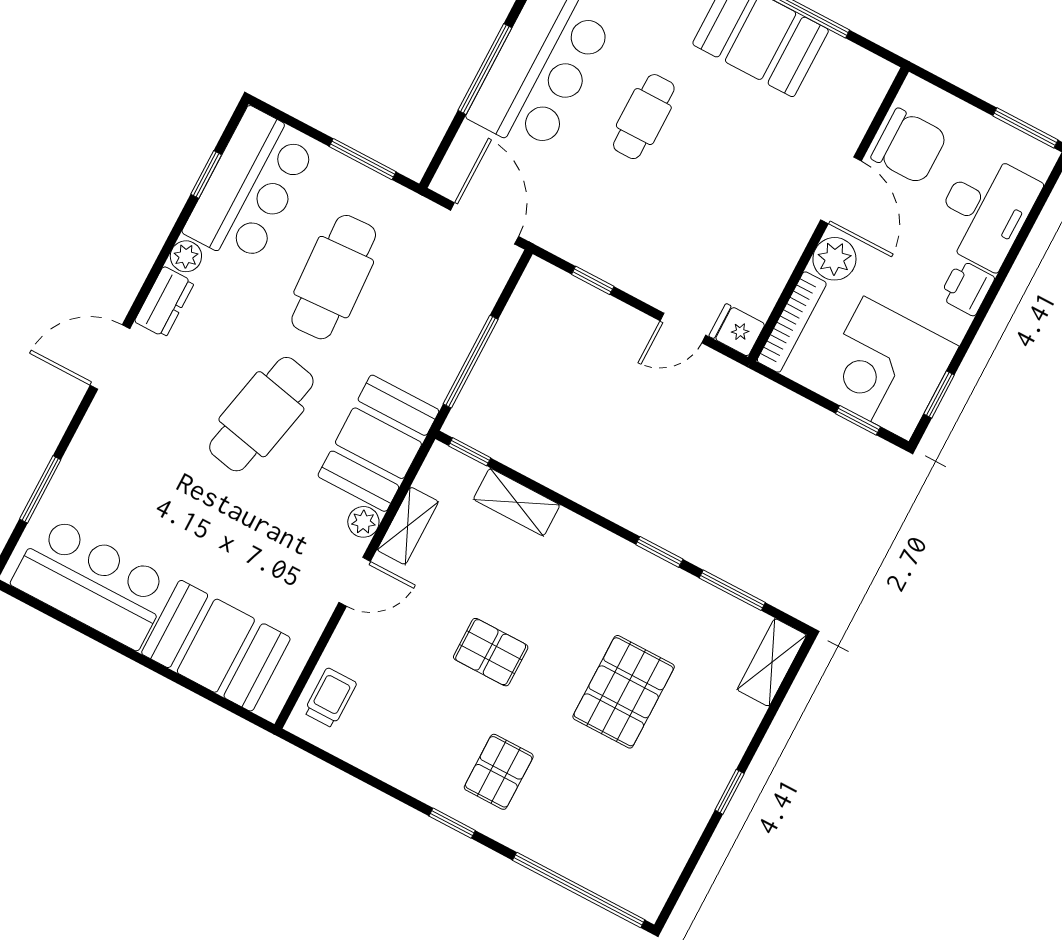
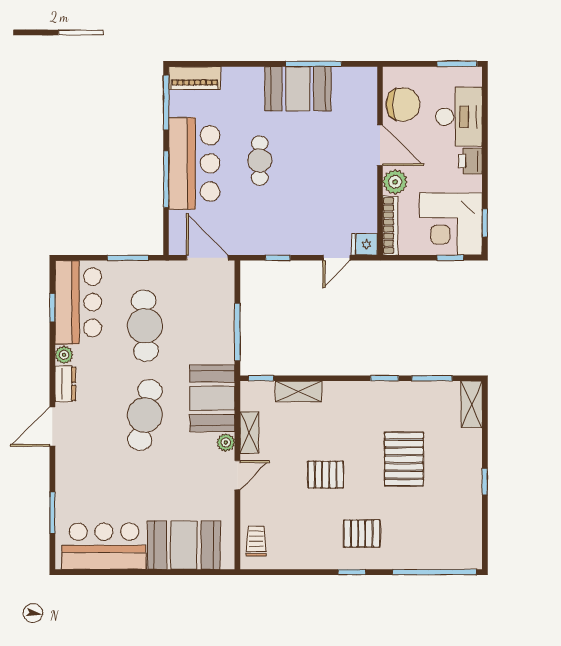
pallet: (499, 772) -> (362, 533), turned 90

